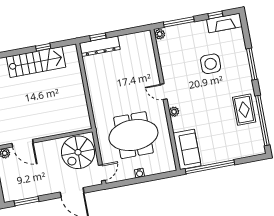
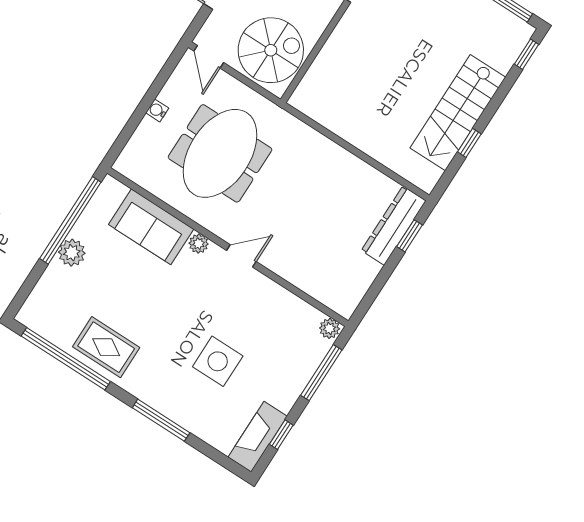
sofa: (187, 149) -> (151, 227), moved
spiral stairs: (78, 152) -> (271, 50), turned 90
plant: (221, 155) -> (72, 253), added

